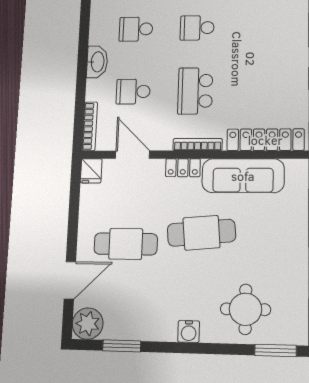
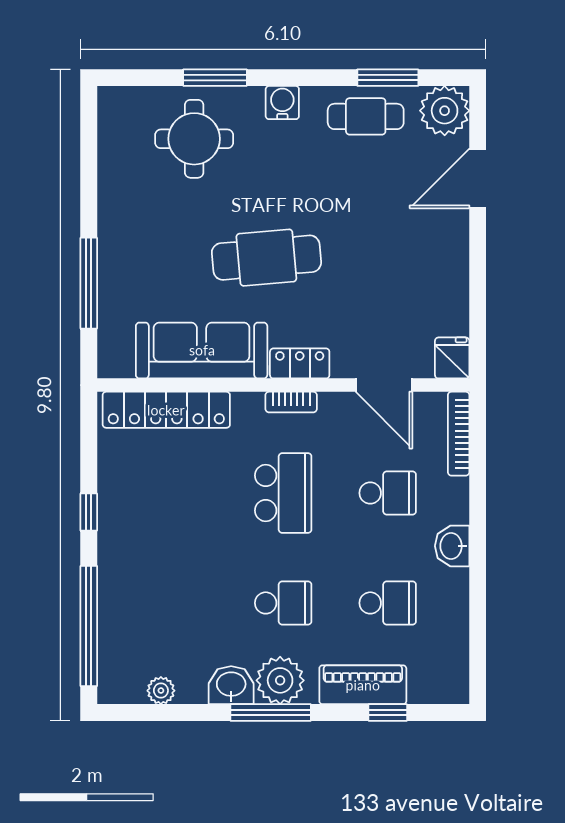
washbasin: (97, 62) -> (452, 546), width x0.72
bookcase: (198, 145) -> (291, 402), width x0.64
cafe table: (126, 244) -> (366, 116), moved, width x0.73, depth x0.74
window: (276, 350) -> (215, 78), moved

